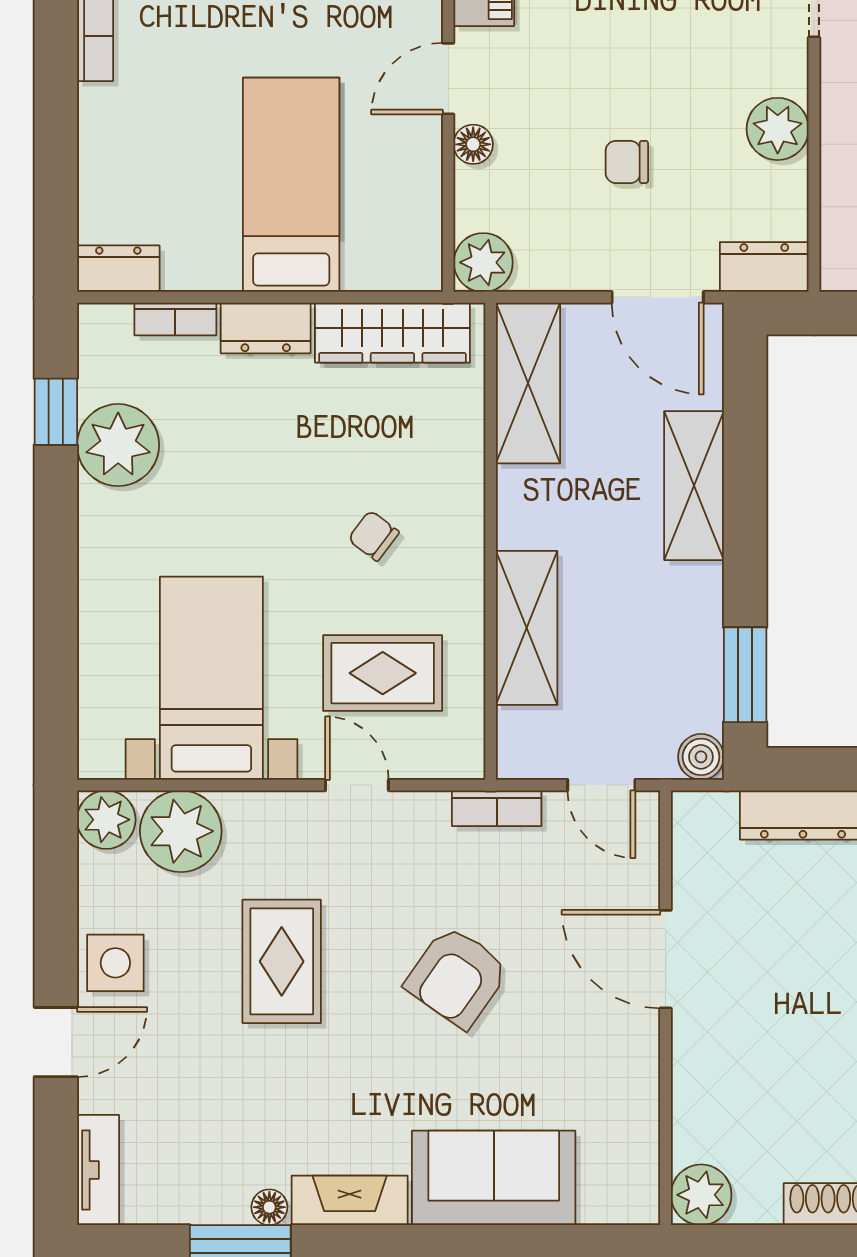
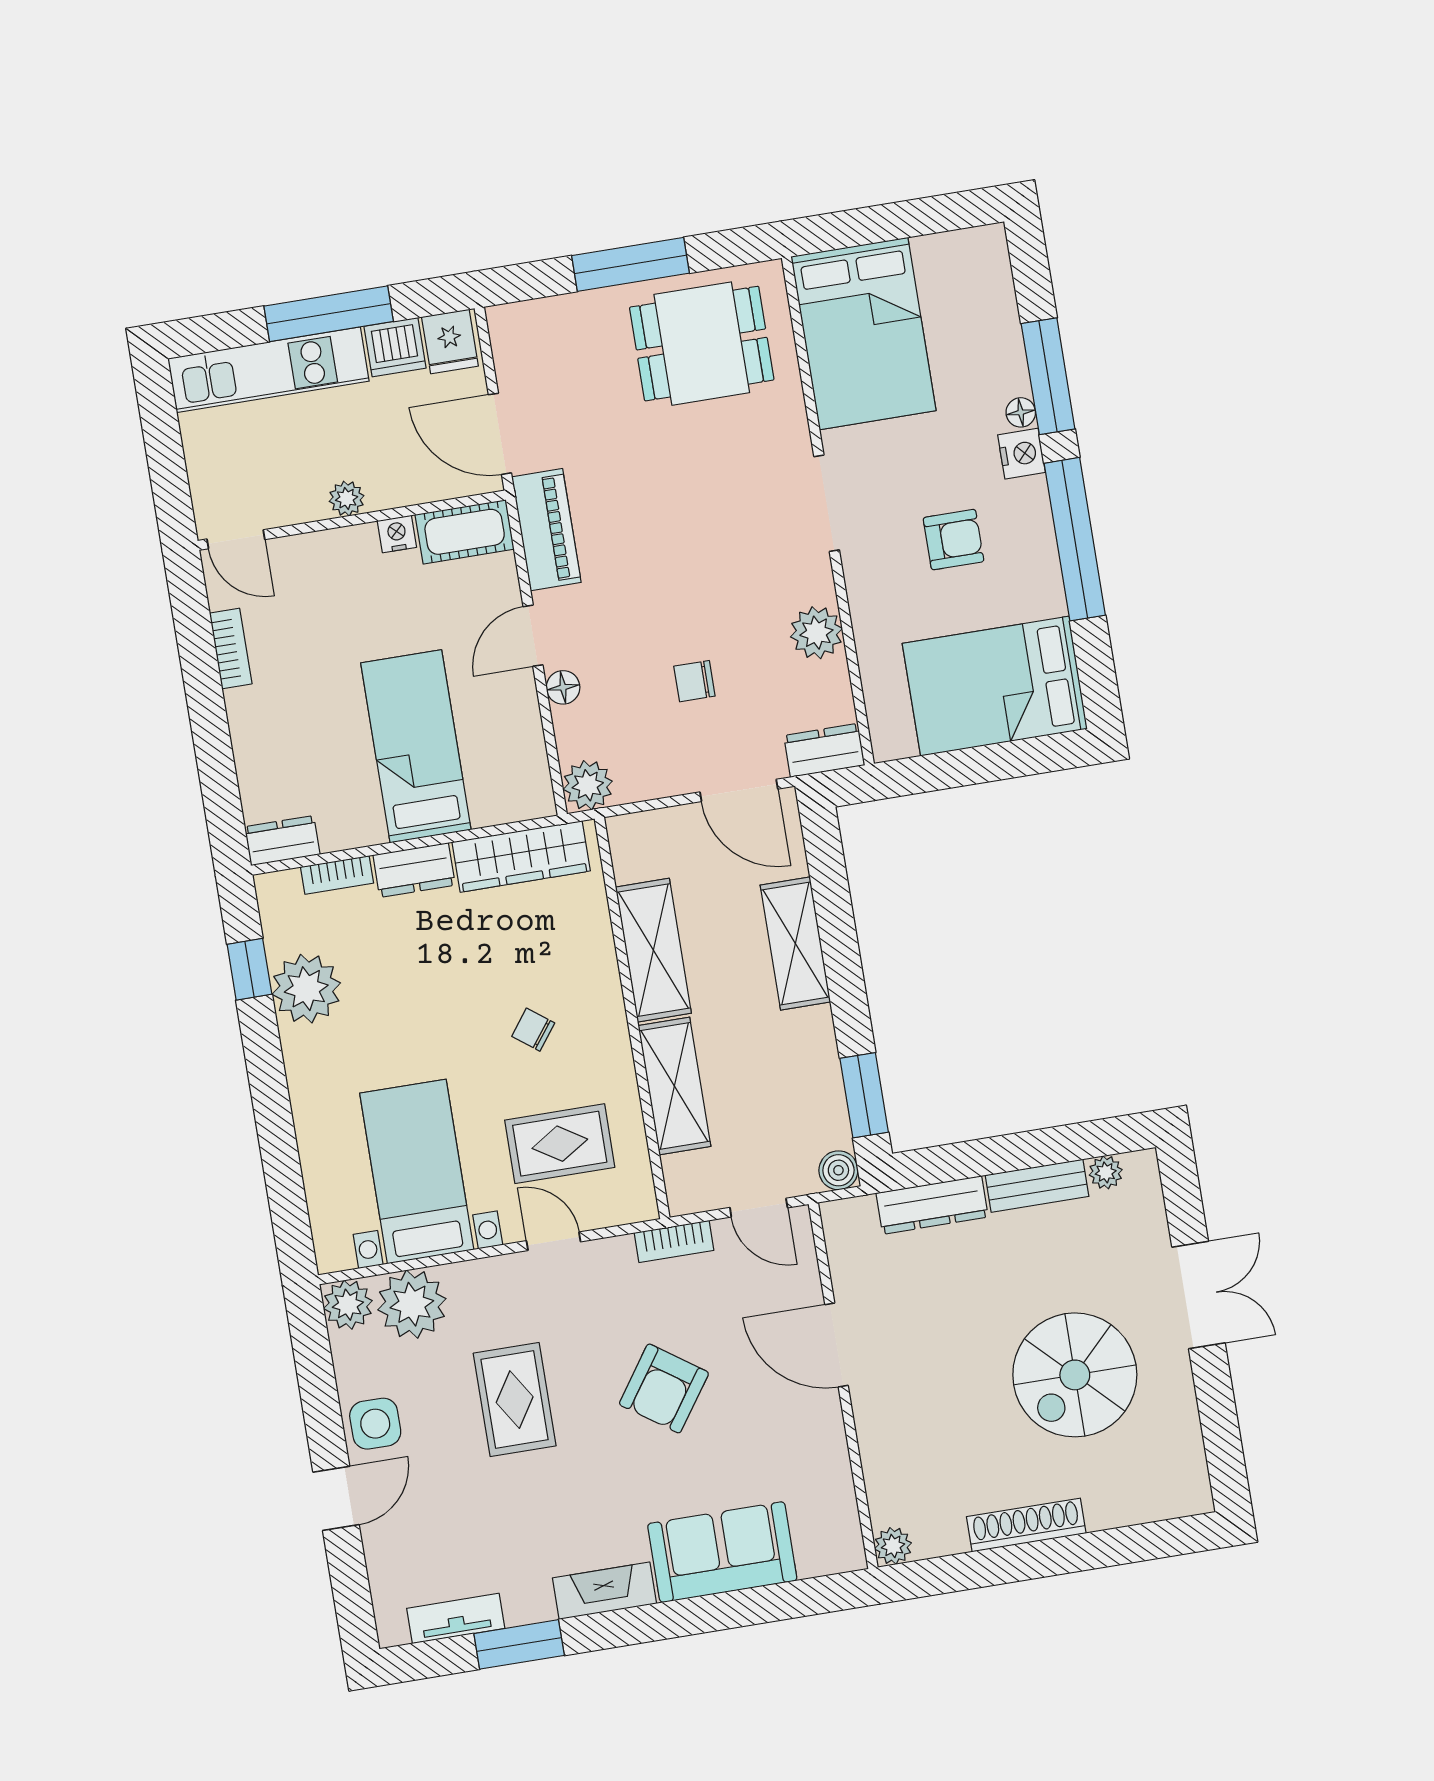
shelving: (528, 383) -> (653, 950), moved
tv unit: (98, 1170) -> (456, 1618), moved, turned -90
plant: (701, 1195) -> (893, 1546), width x0.73, depth x0.73
floor lamp: (269, 1207) -> (538, 1608), removed

